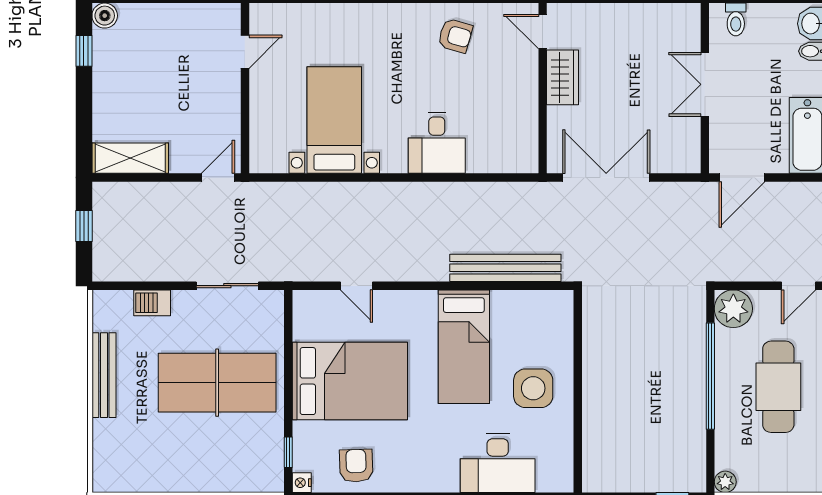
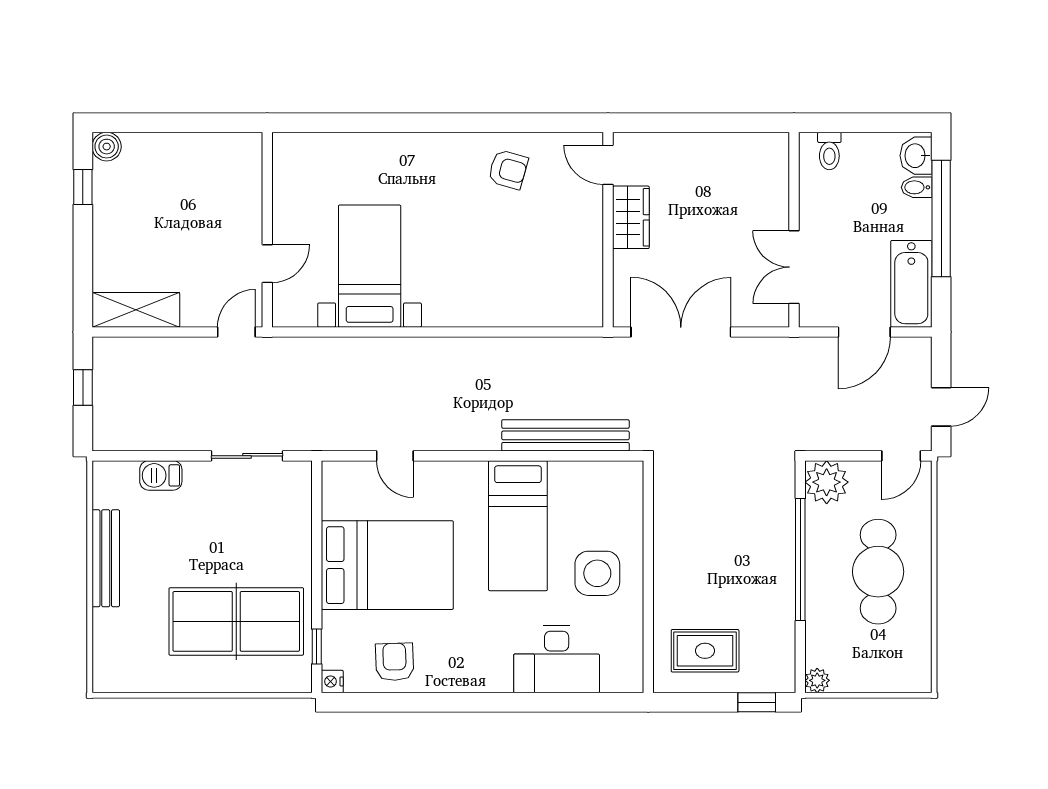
door: (245, 52) -> (267, 264), moved
double door: (705, 84) -> (794, 267), moved
desk: (437, 143) -> (487, 292), removed
door: (742, 177) -> (864, 332), moved
table tennis table: (217, 383) -> (236, 621), moved
rug: (627, 456) -> (705, 651), added

